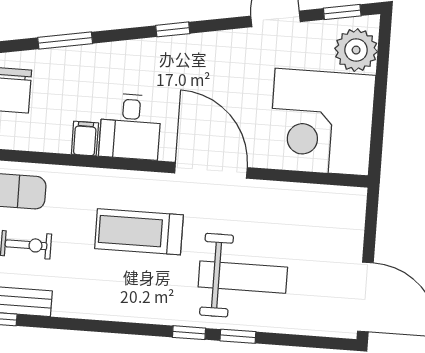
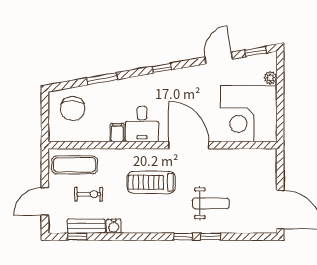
plant: (356, 50) -> (270, 78), width x0.53, depth x0.53
weight bench: (243, 277) -> (211, 203), width x0.73, depth x0.75
water cooler: (66, 305) -> (114, 226), added

